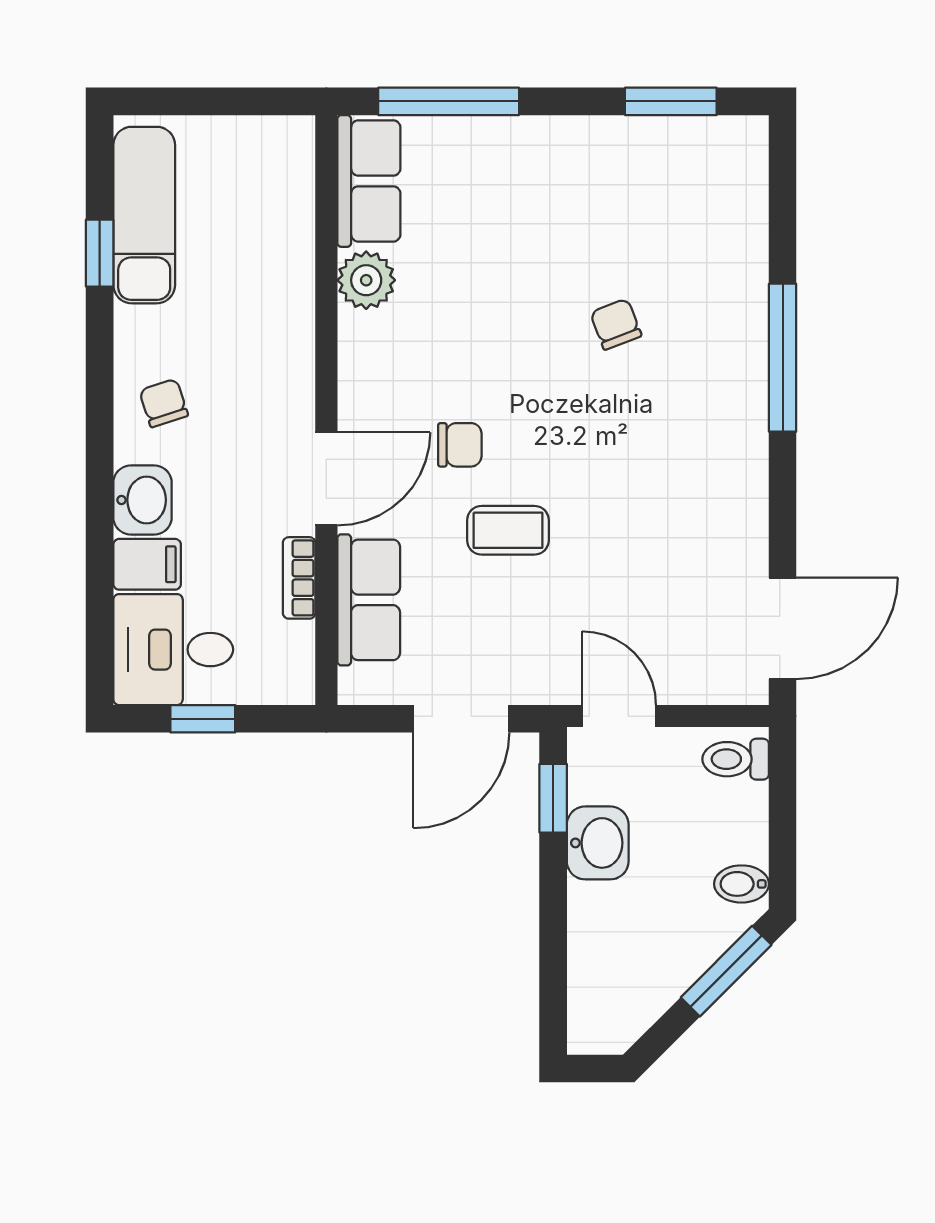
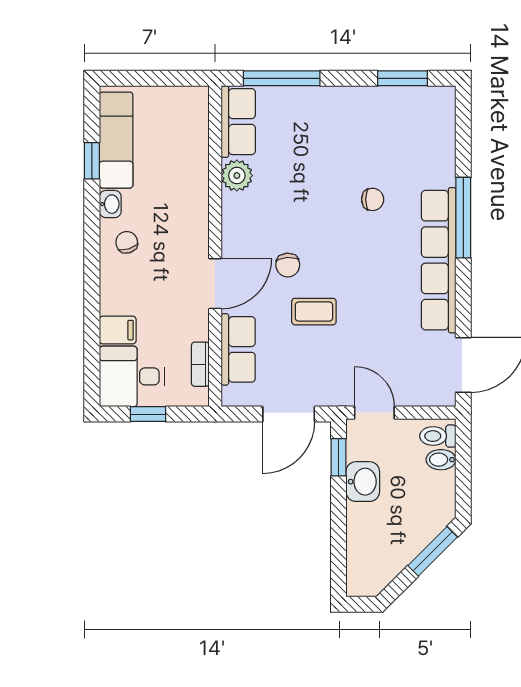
chair: (616, 324) -> (373, 199), turned 111
row of seats: (737, 436) -> (439, 260), added
chair: (460, 445) -> (288, 265), turned 86
washbasin: (143, 500) -> (110, 204), moved, width x0.72, depth x0.69
bookcase: (299, 578) -> (200, 364), moved
bidet: (741, 884) -> (441, 460), moved

